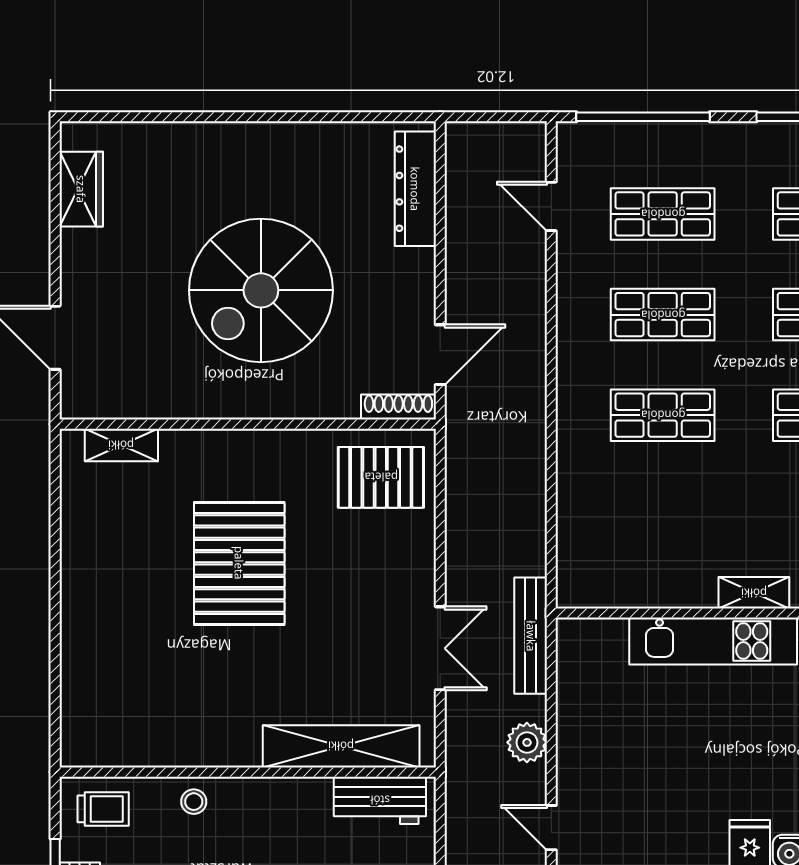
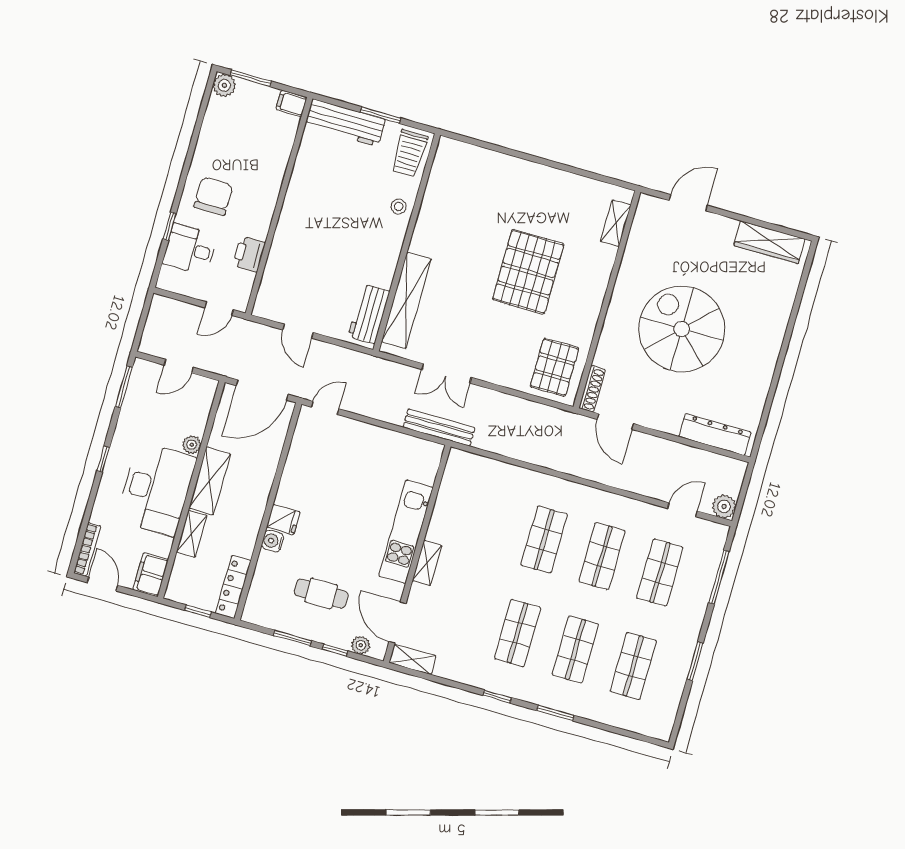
window: (643, 117) -> (719, 577), width x0.68
wardrobe: (81, 189) -> (769, 242), width x1.50
pallet: (239, 563) -> (528, 272), turned 90
plant: (527, 742) -> (724, 506), moved
trolley: (103, 809) -> (409, 153), width x1.36, depth x1.39

